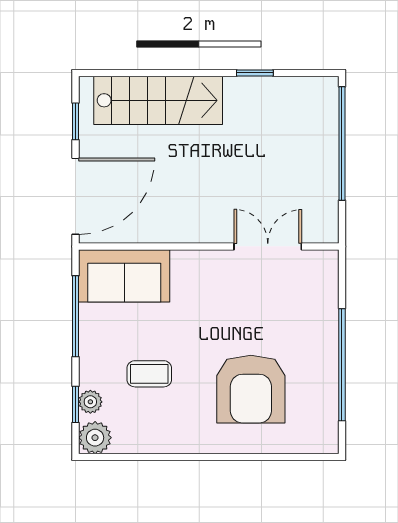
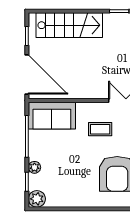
door: (76, 196) -> (27, 75), hinge flipped
coffee table: (149, 374) -> (100, 129), moved
plant: (90, 402) -> (34, 167), moved

